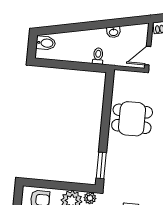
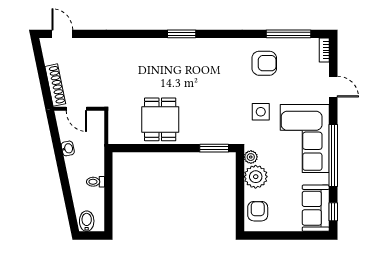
toilet: (98, 56) -> (95, 182), moved
door: (148, 56) -> (76, 109), moved

